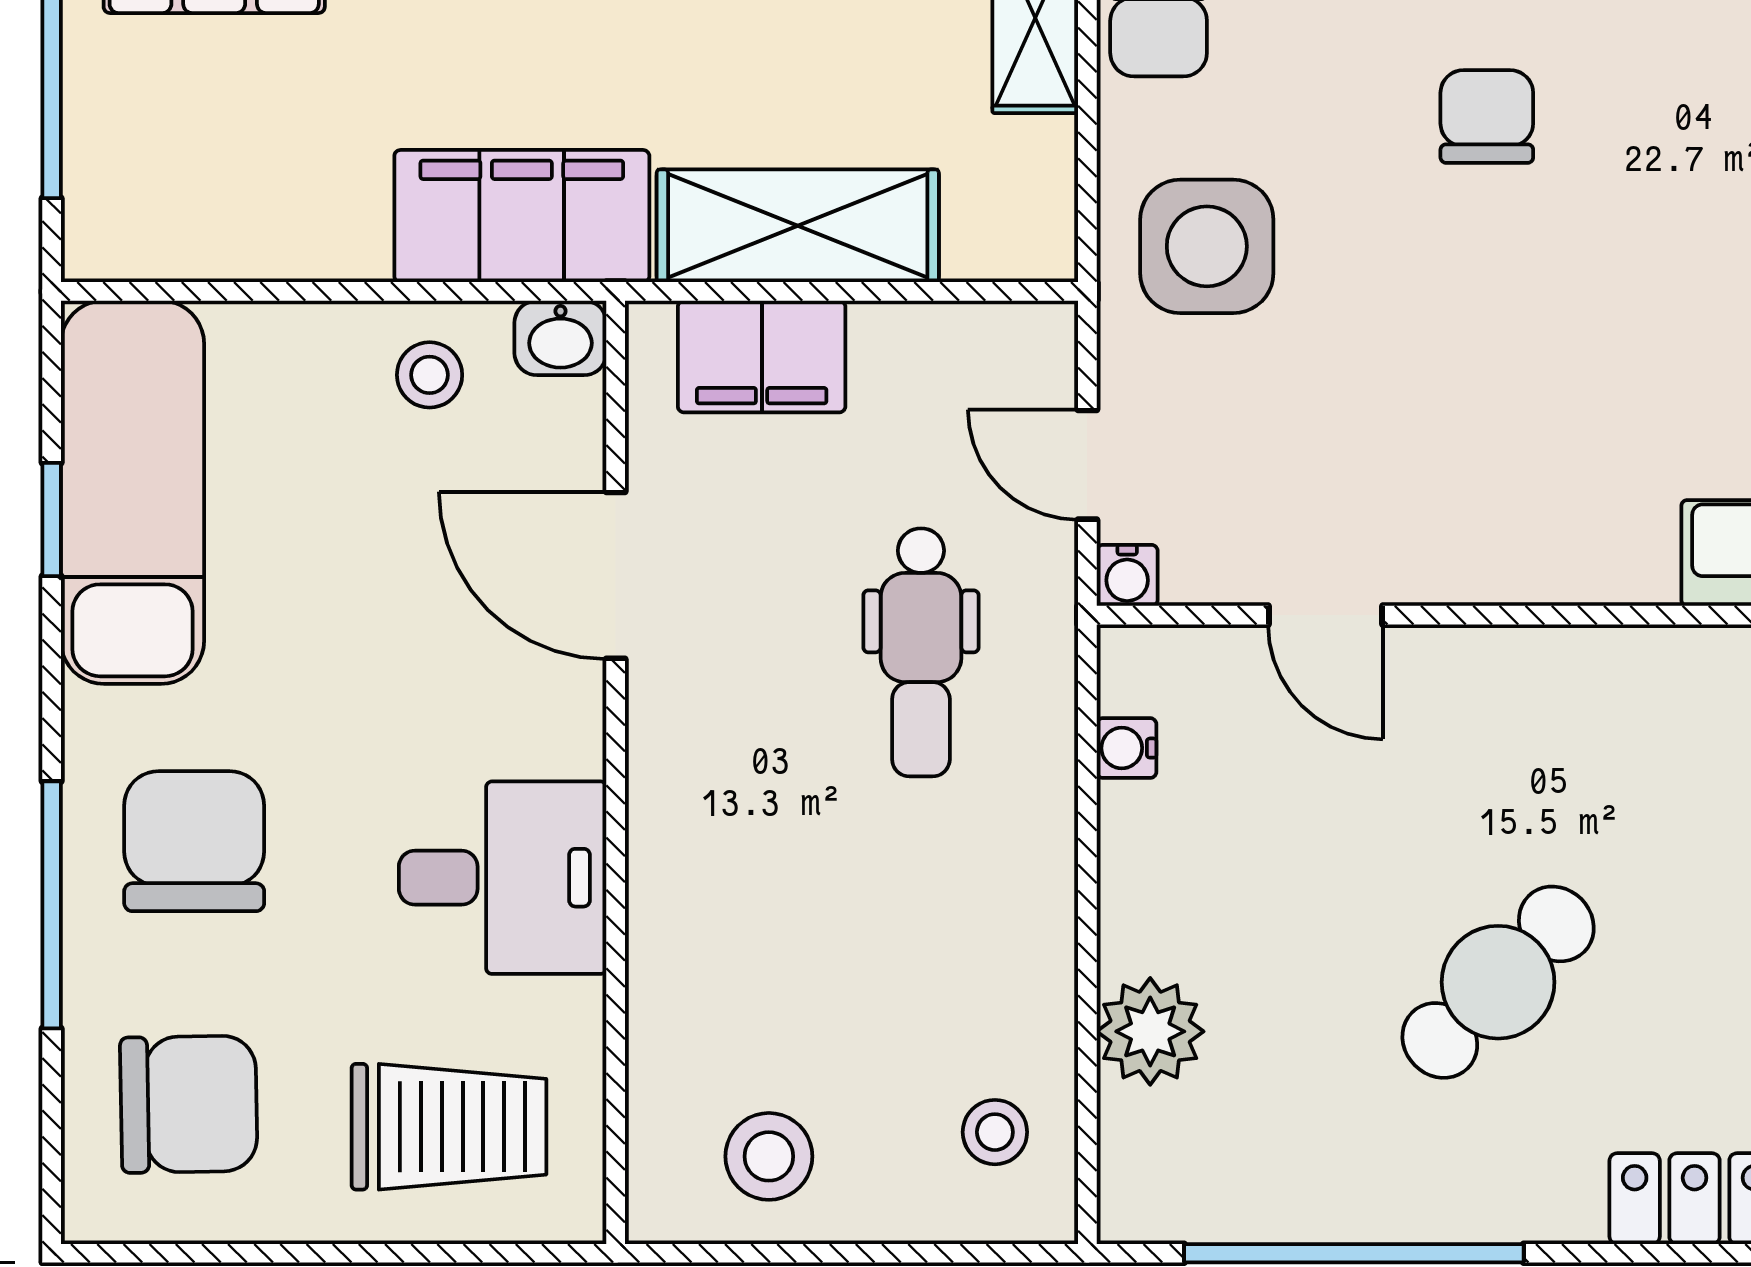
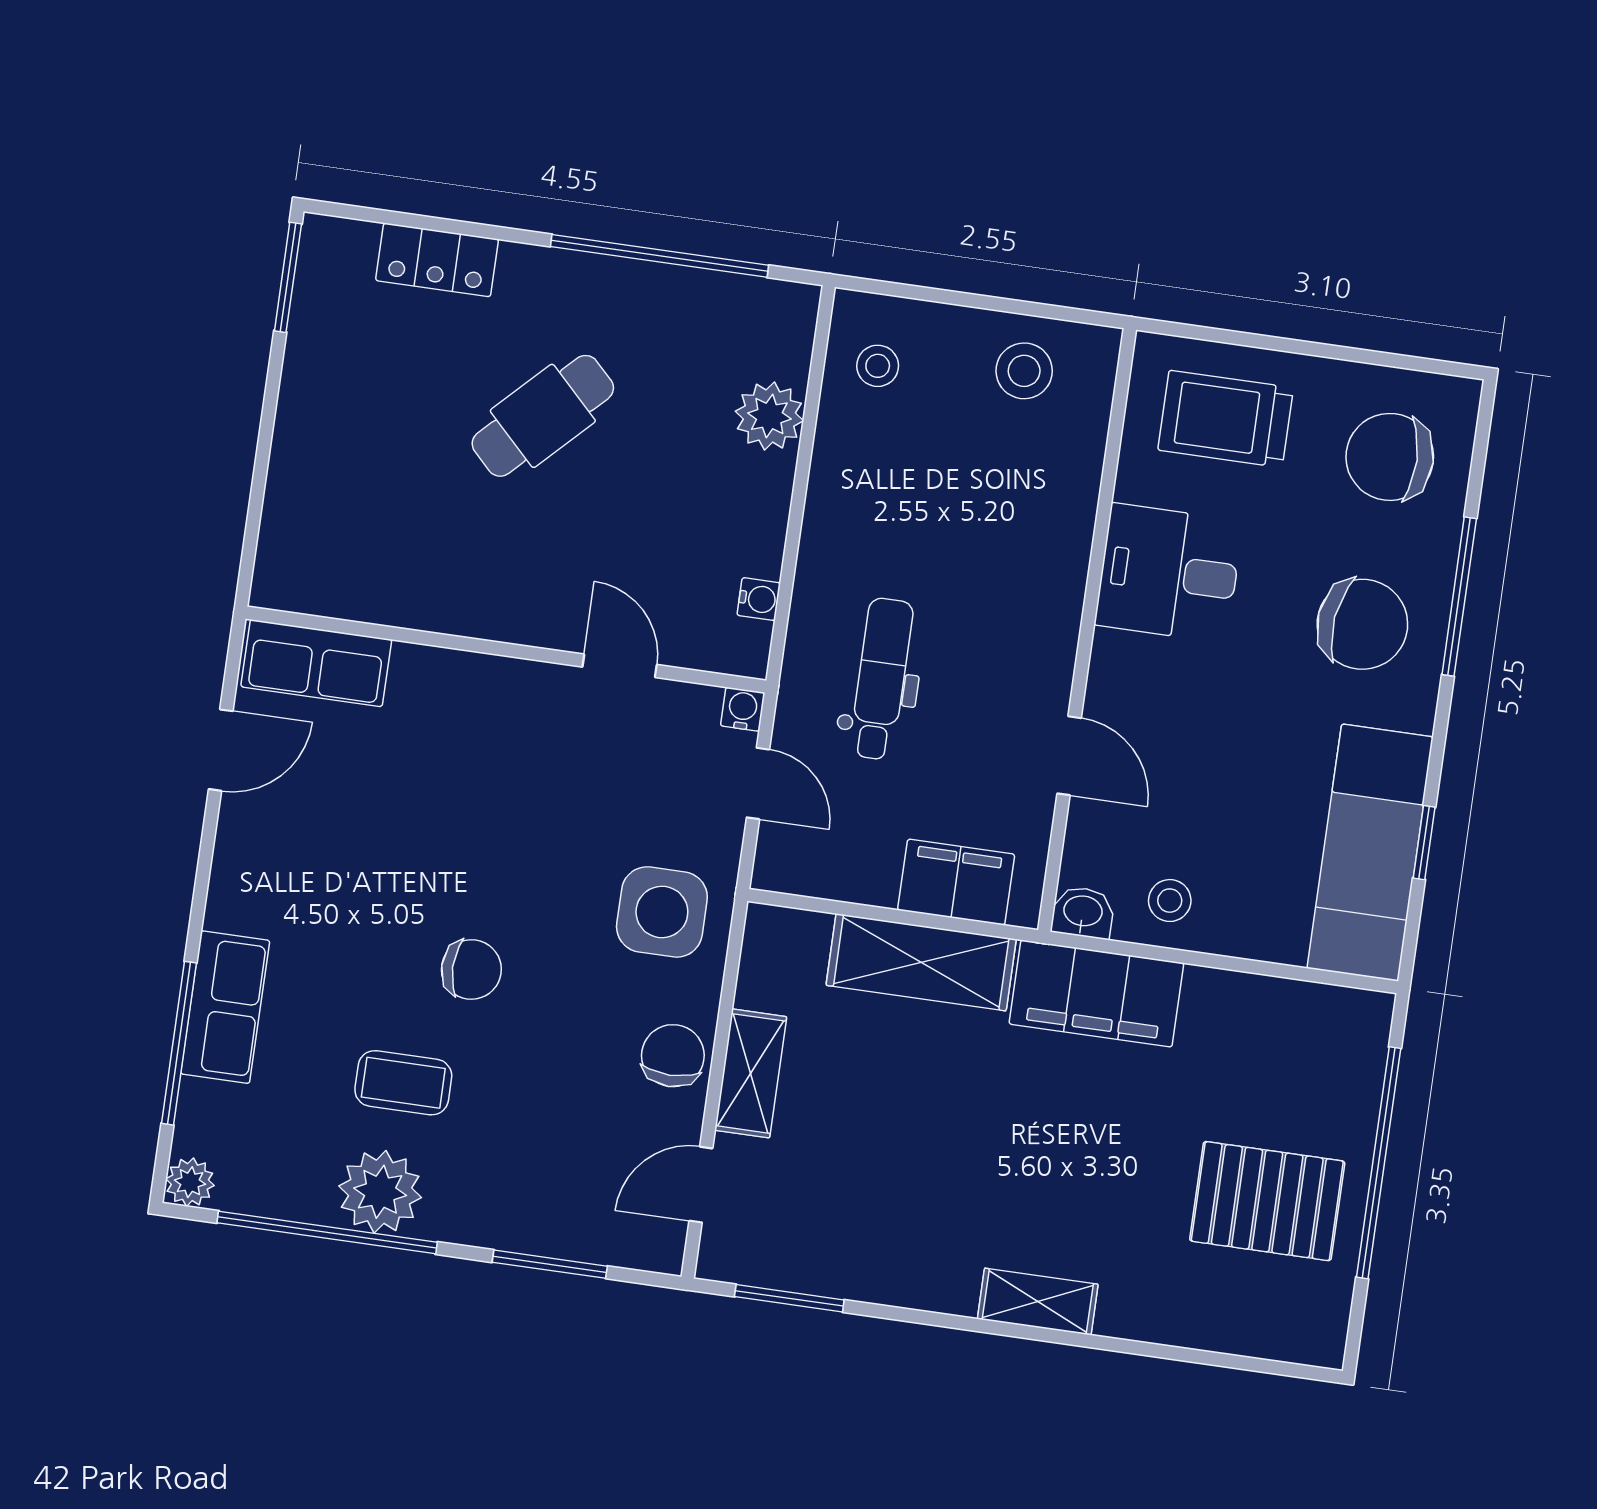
chair: (1487, 116) -> (471, 969), turned -90
door: (616, 575) -> (1069, 756), width x0.73
chair: (194, 841) -> (1362, 624), turned -83

